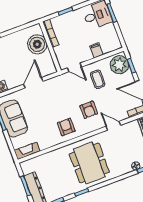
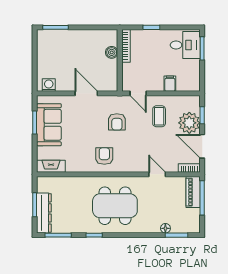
boiler: (37, 44) -> (112, 52), width x0.54, depth x0.54
plant: (119, 65) -> (189, 123), moved
door: (33, 83) -> (86, 93), hinge flipped
armchair: (89, 110) -> (117, 122), moved
dining table: (89, 163) -> (115, 206), turned 90

